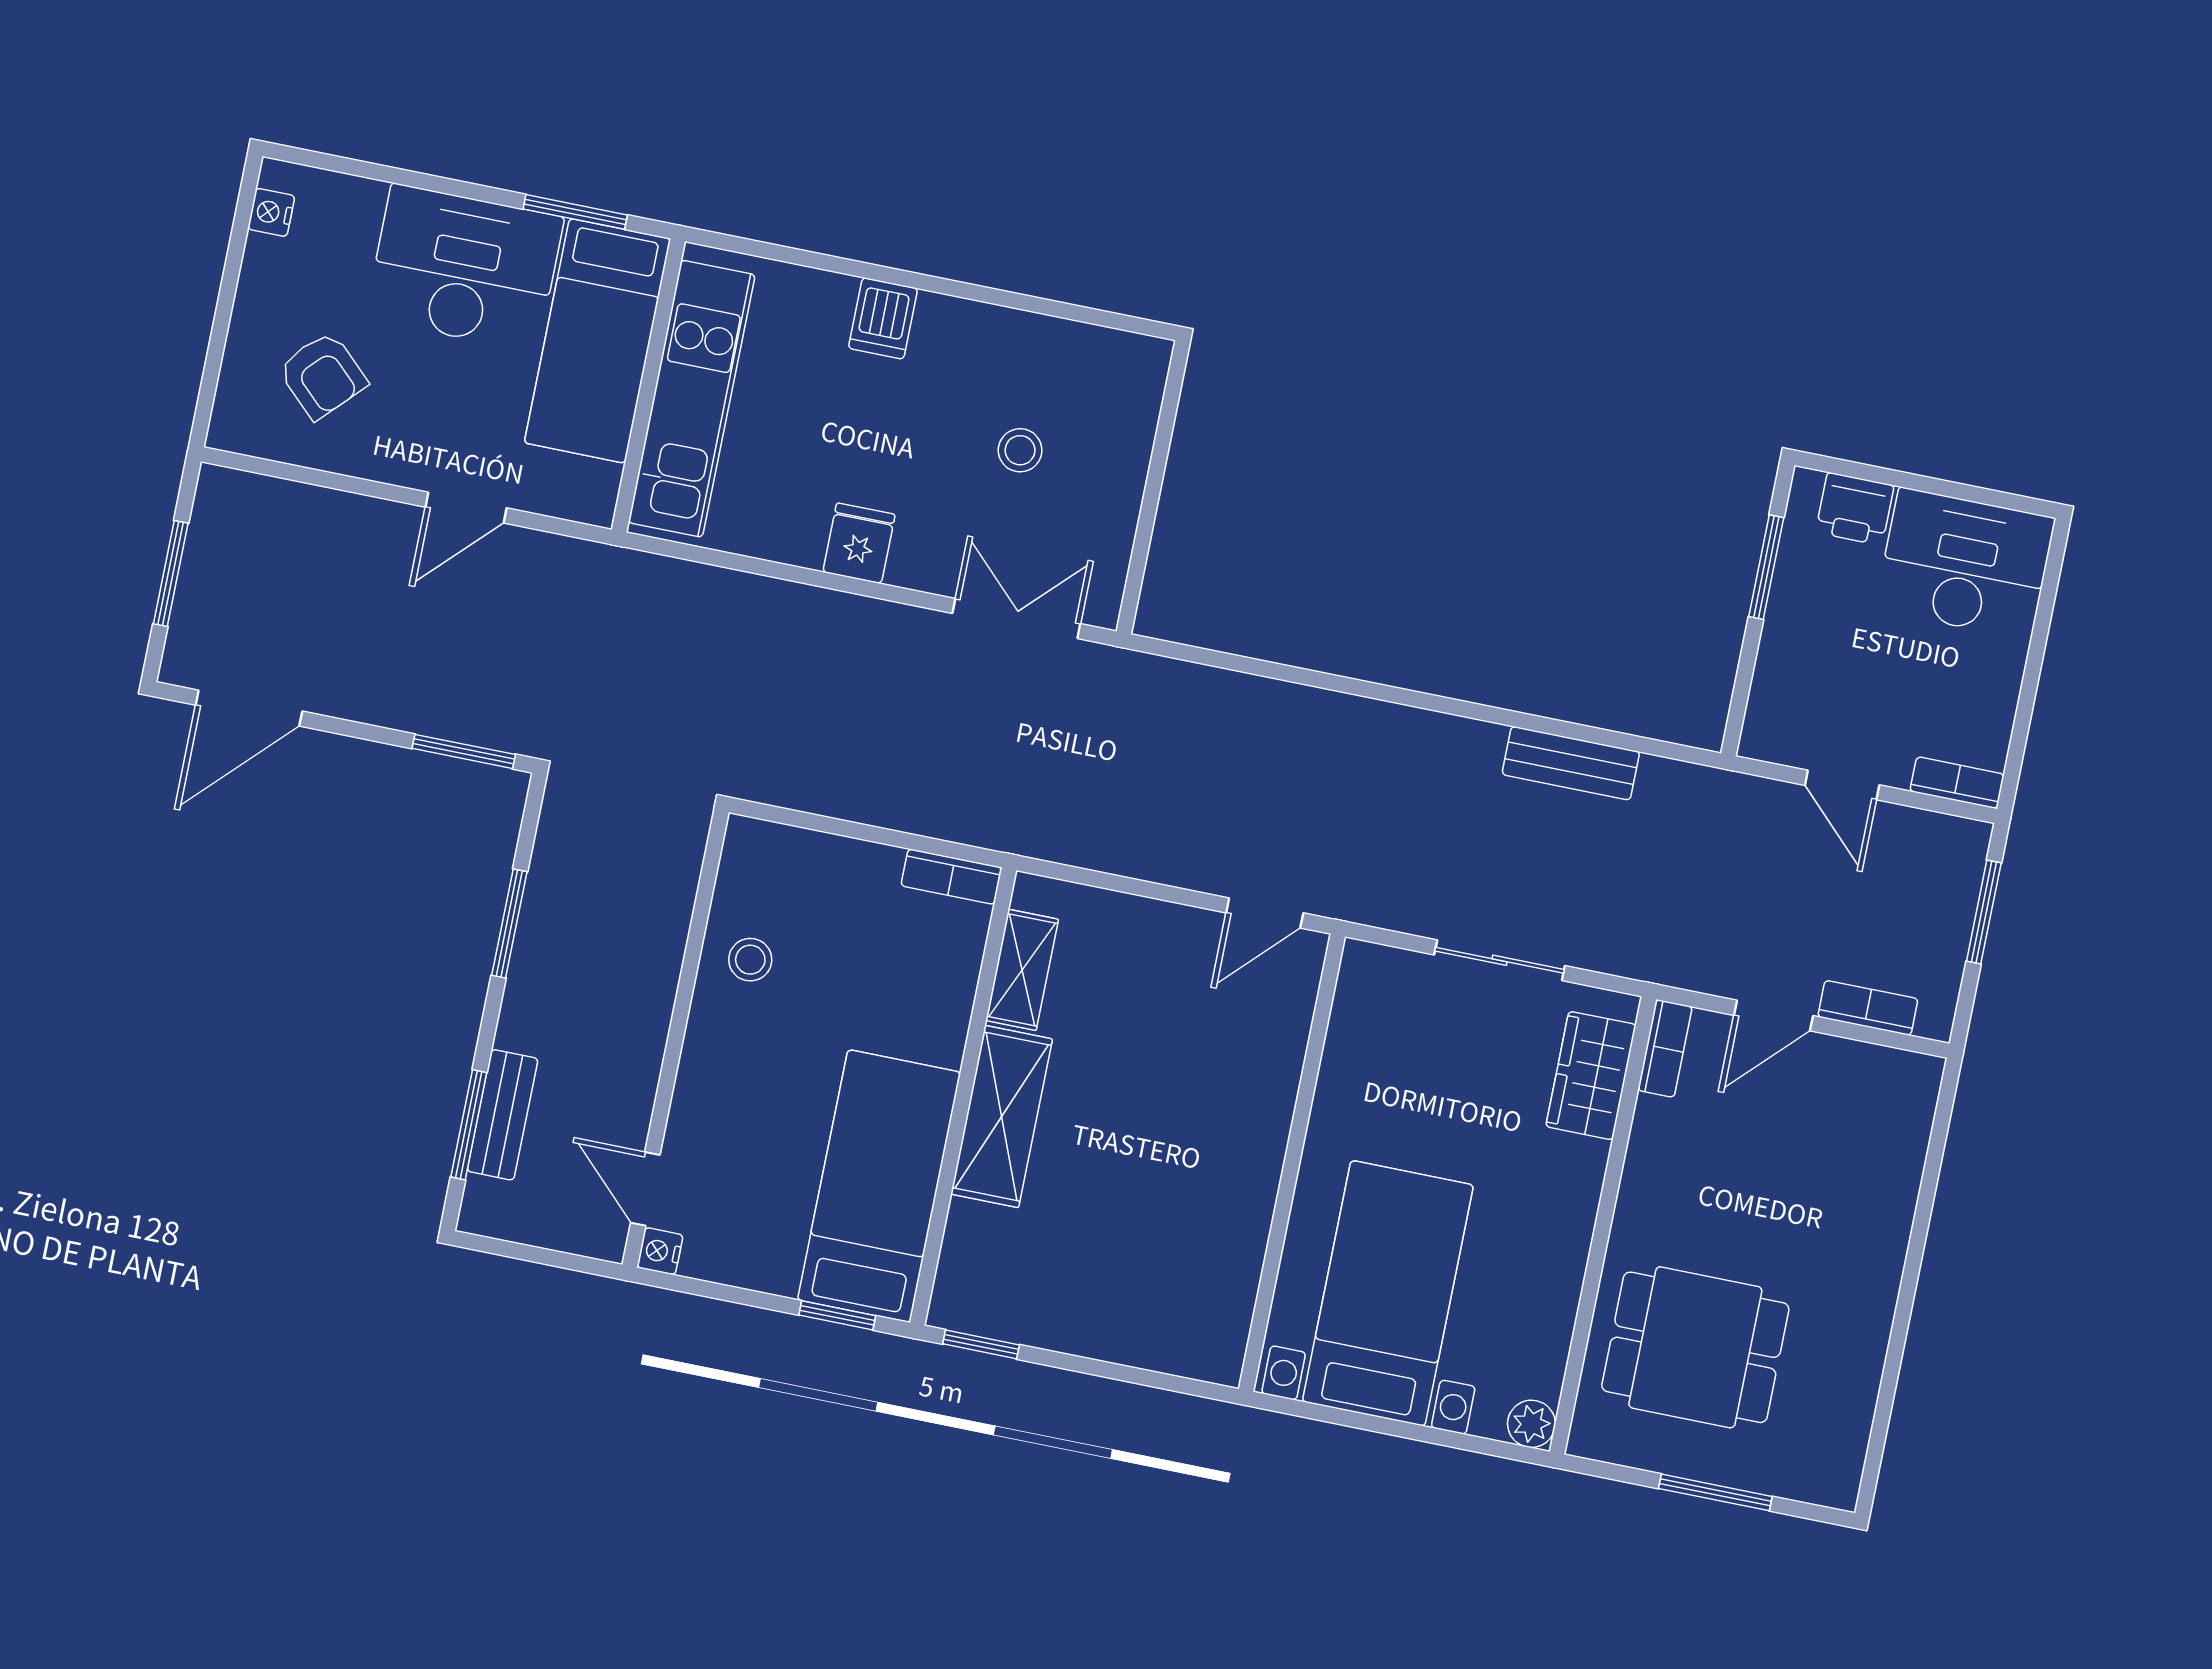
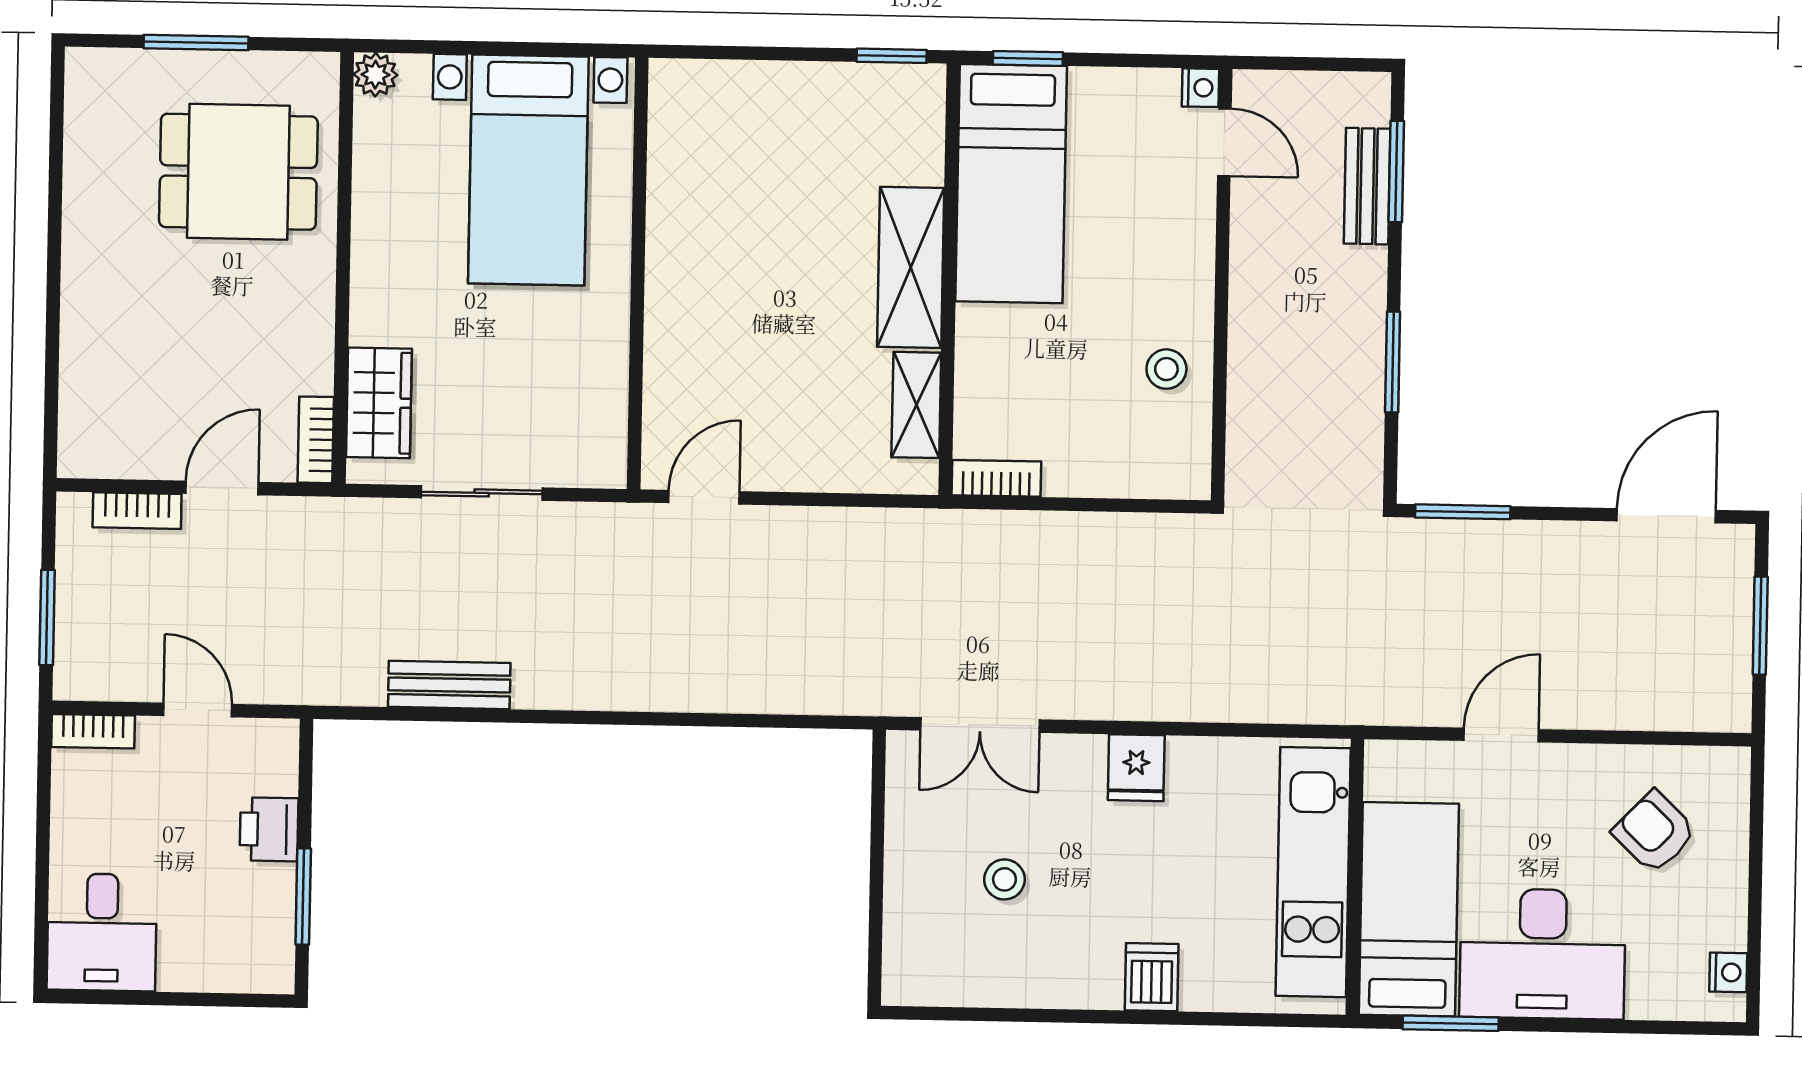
printer: (1855, 509) -> (269, 829), moved, turned -90
desk: (1965, 564) -> (102, 932), width x0.73

